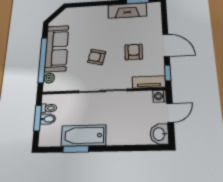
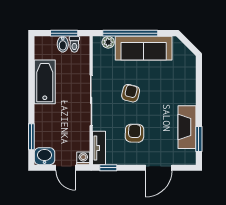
door: (166, 45) -> (159, 168), moved
armchair: (134, 52) -> (135, 133), turned -89
window: (76, 149) -> (31, 137), moved

